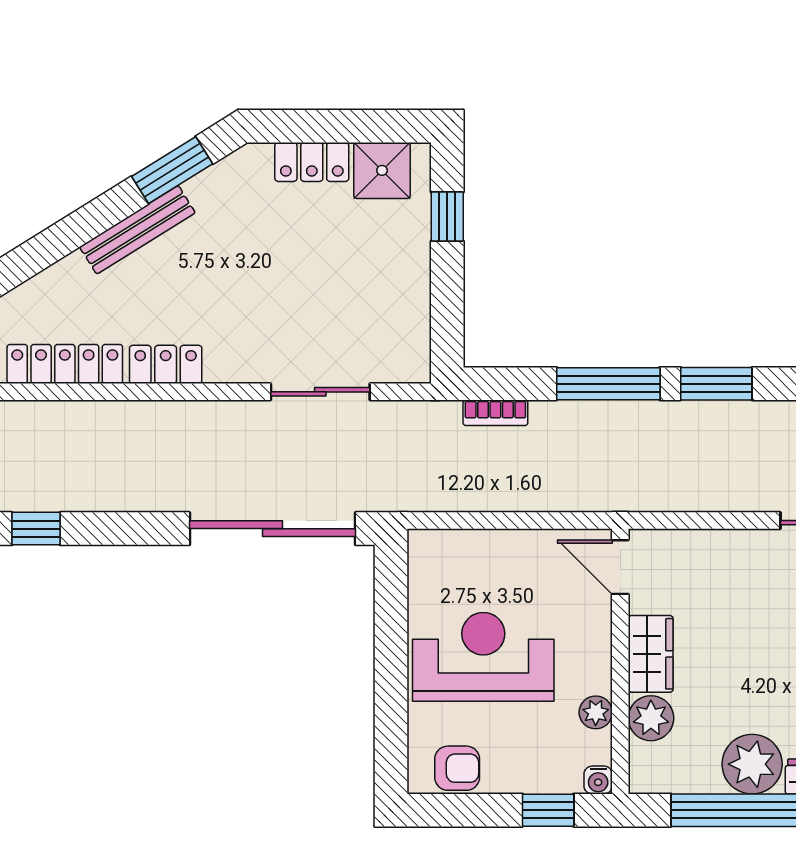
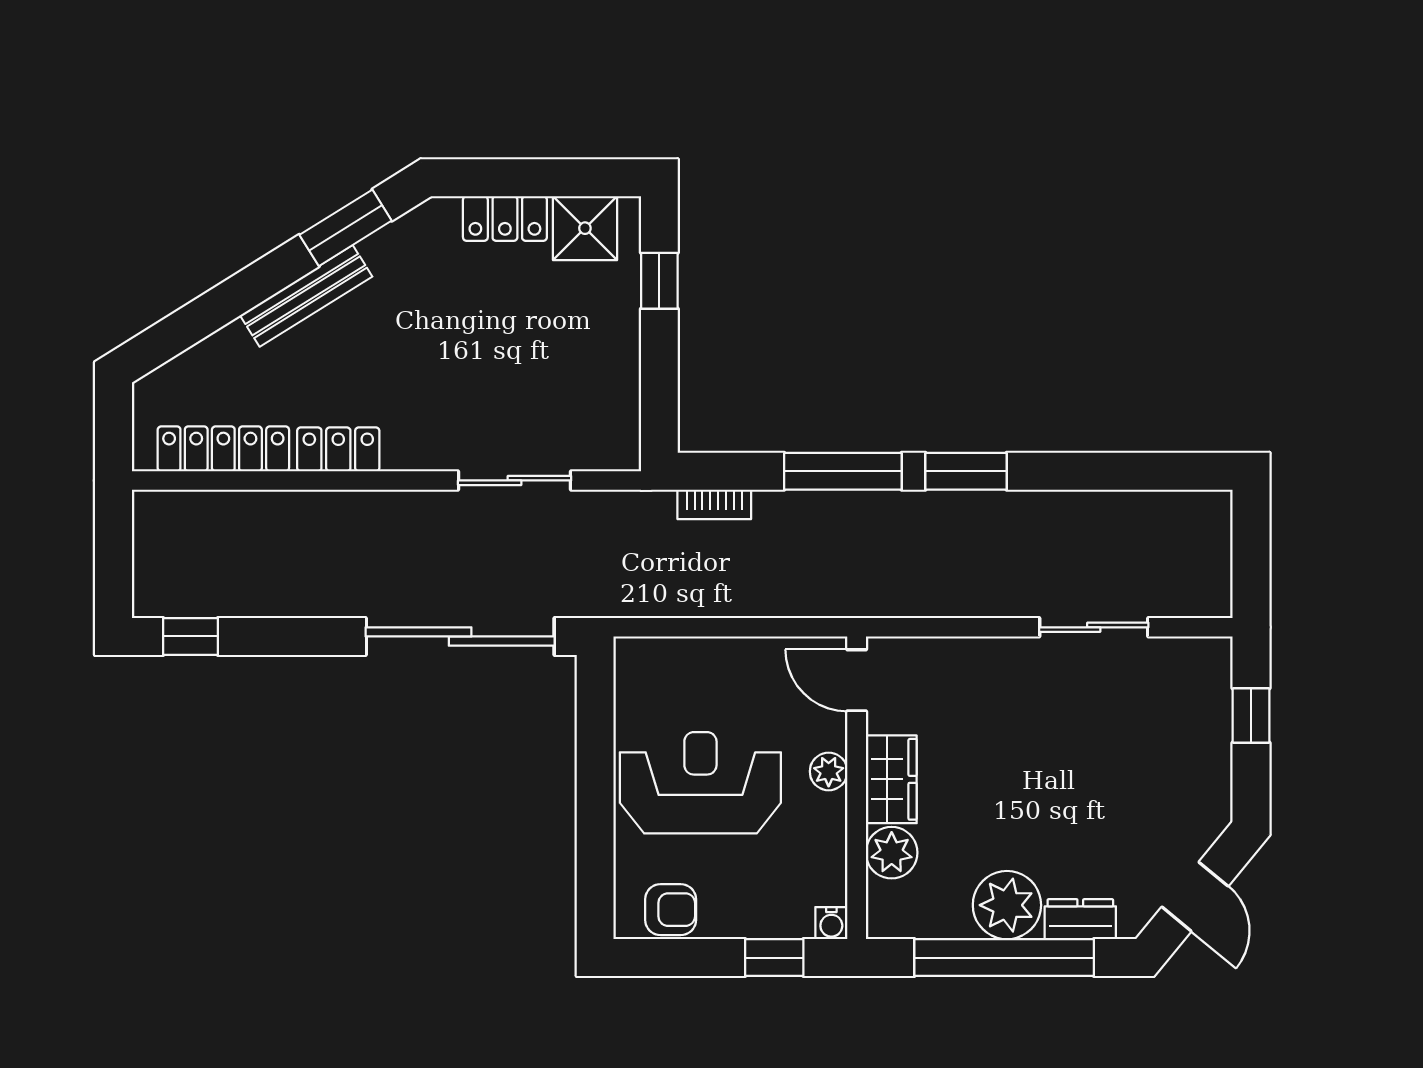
plant: (596, 712) -> (829, 771), moved

